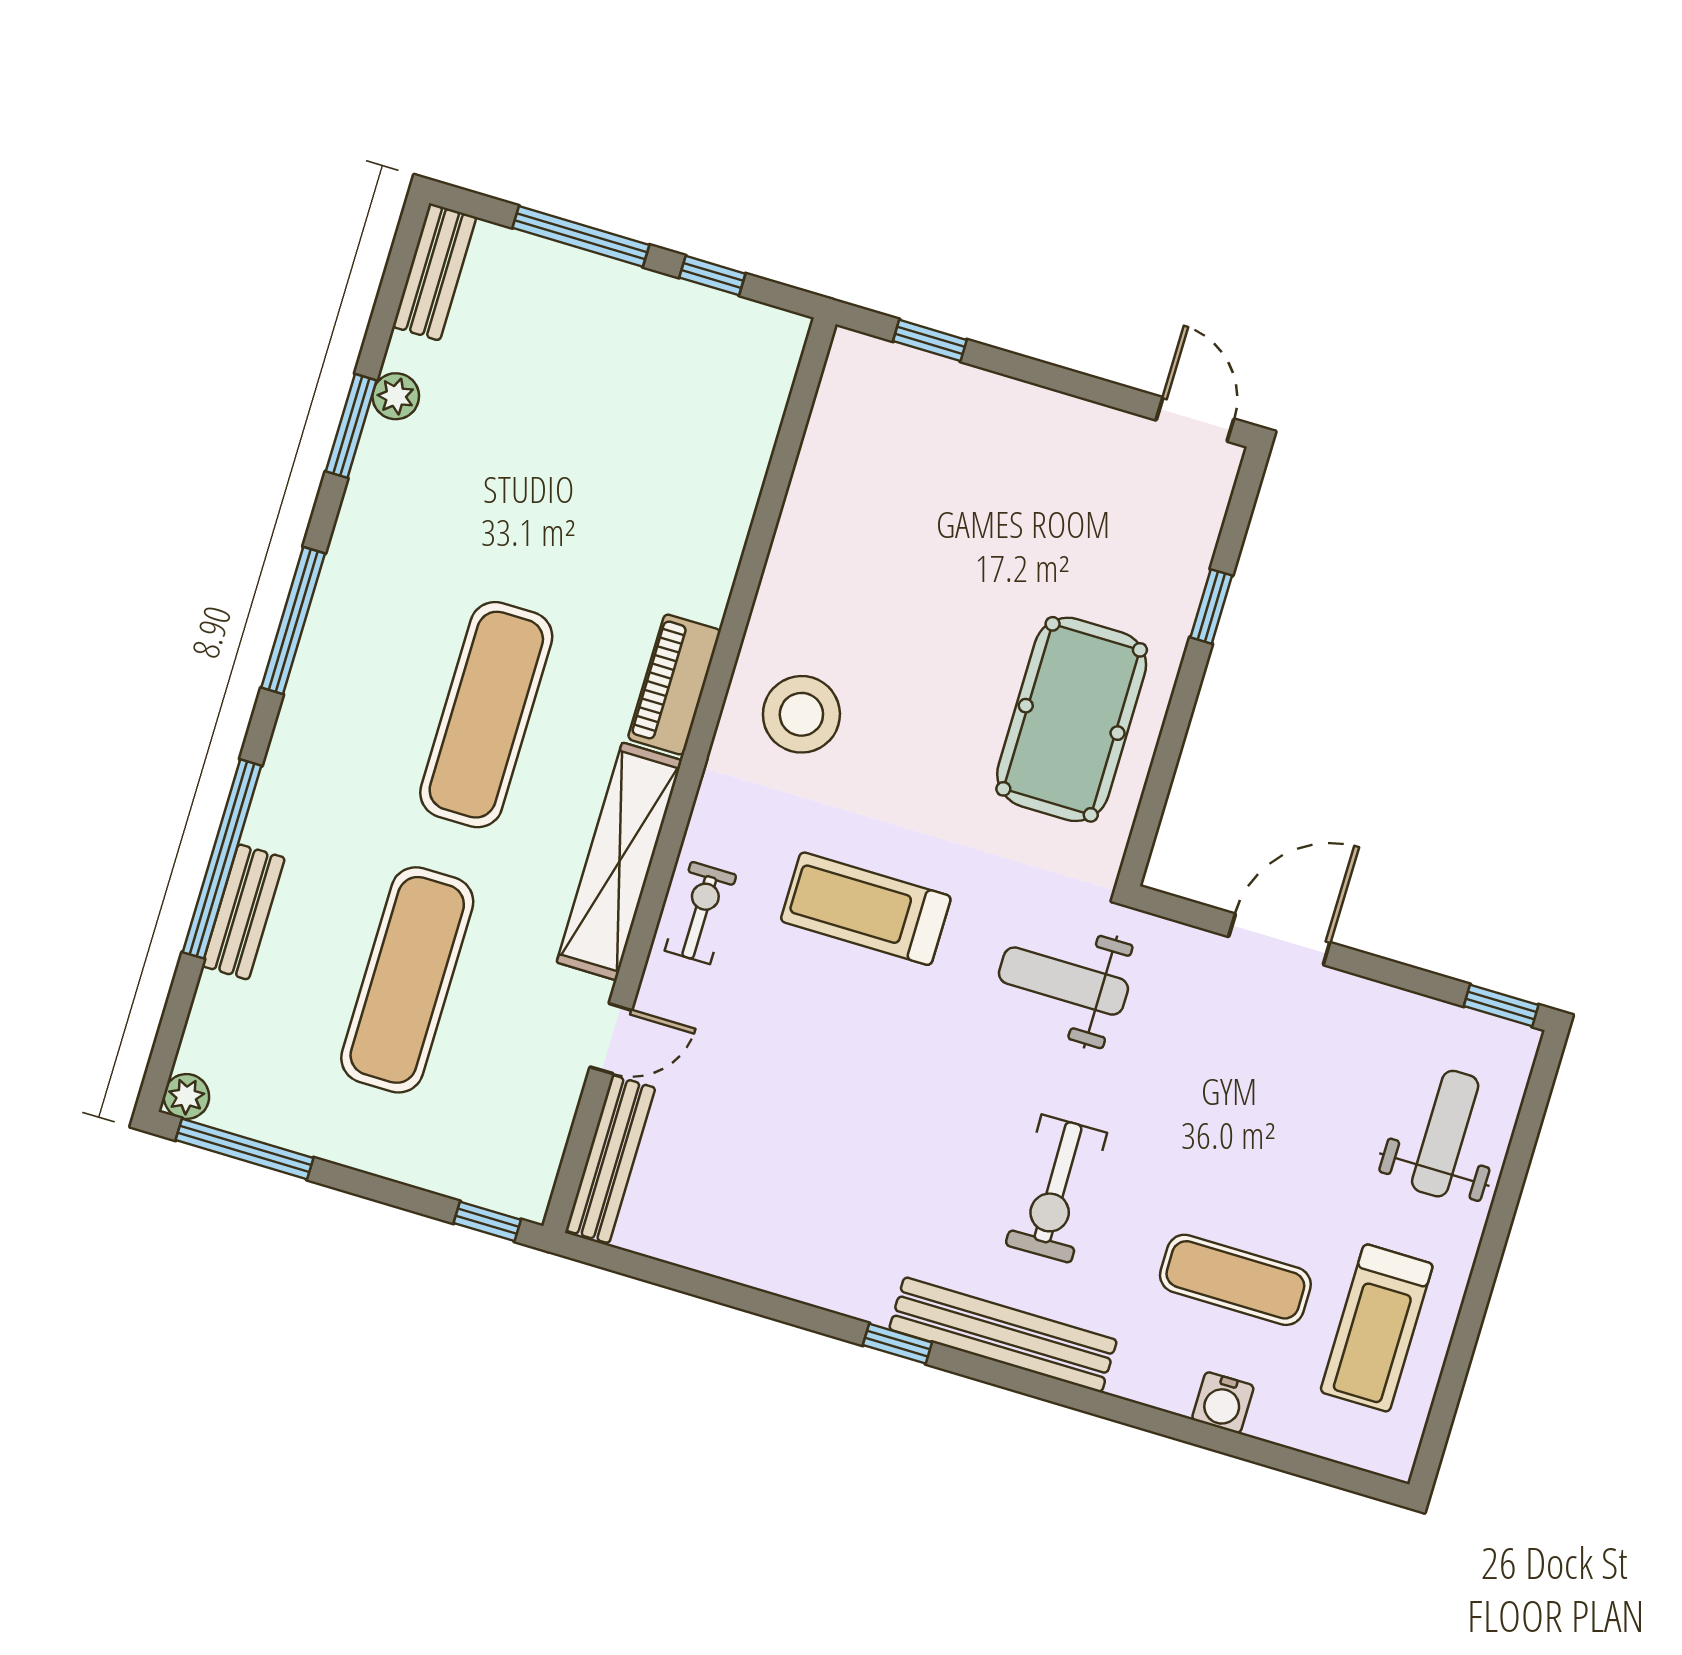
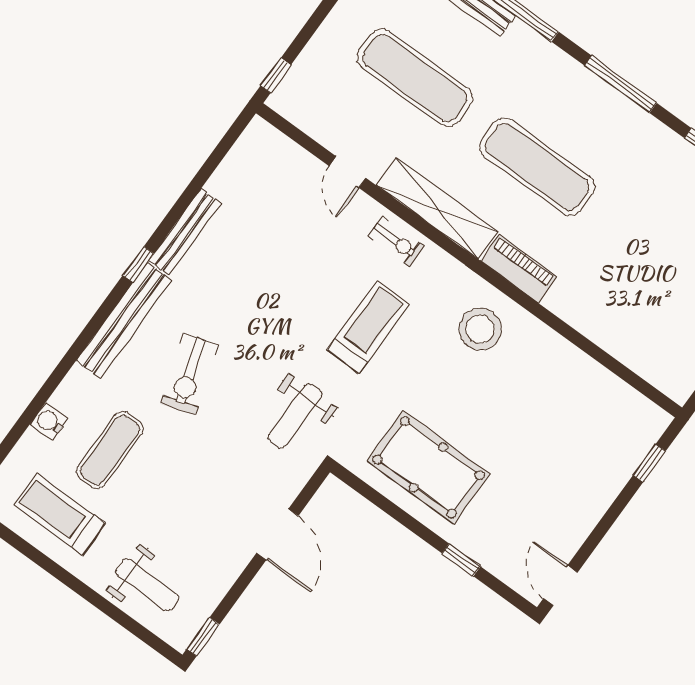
door: (1195, 419) -> (561, 585), swing flipped
weight bench: (1063, 981) -> (295, 416), turned 180
bench: (610, 1159) -> (185, 232), moved, turned 90
exercise bike: (1056, 1189) -> (189, 374), turned -107

